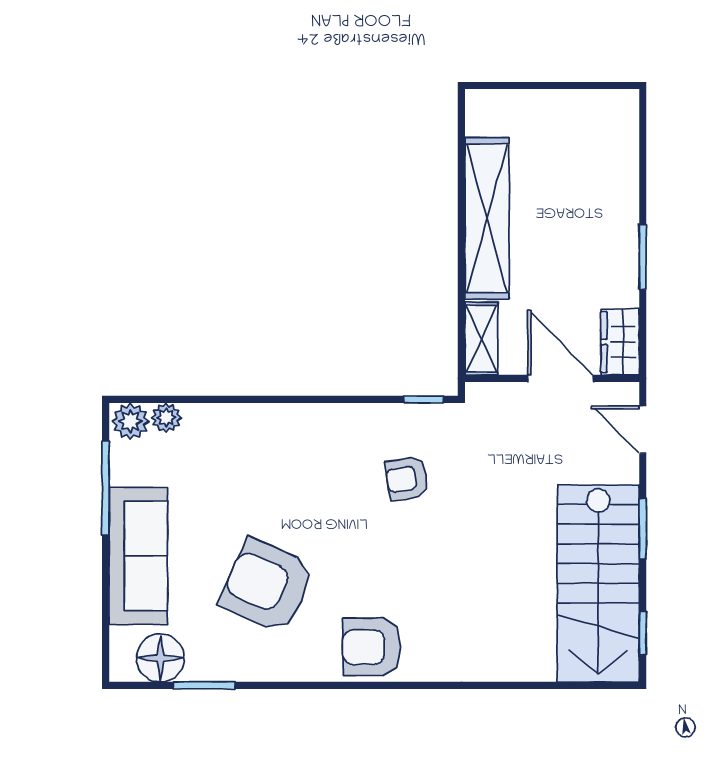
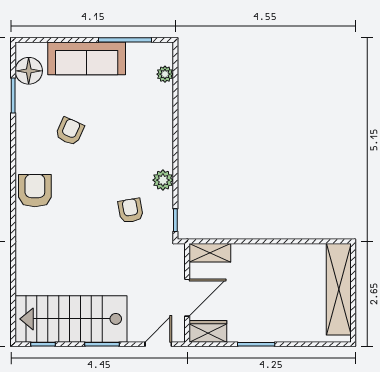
shelving: (487, 218) -> (339, 289), moved, turned 90
plant: (130, 421) -> (163, 180), moved
armchair: (267, 586) -> (70, 131), width x0.53, depth x0.53

